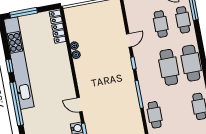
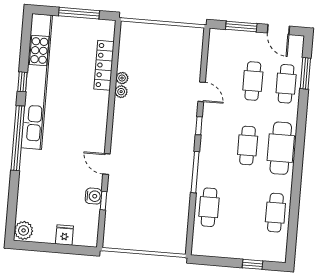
window: (24, 13) -> (79, 13), moved
locker: (58, 27) -> (104, 65), moved
door: (129, 40) -> (202, 92), hinge flipped
cafe table: (169, 67) -> (248, 145), width x0.73, depth x0.74

